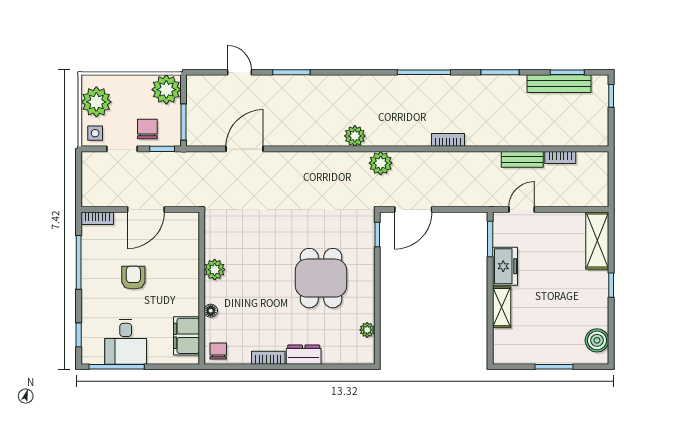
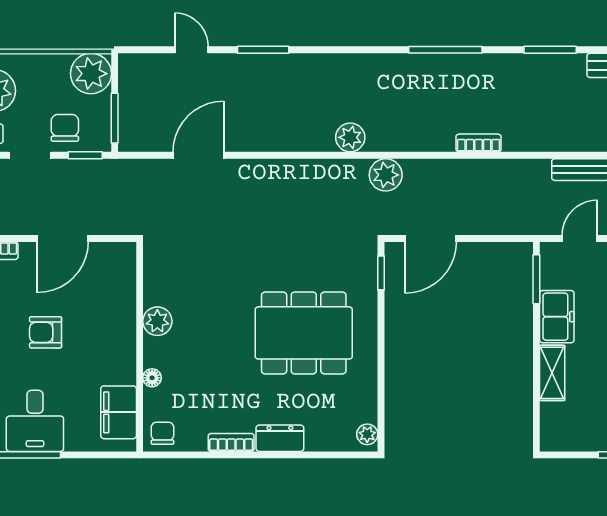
armchair: (133, 278) -> (46, 332), turned -90
dining table: (321, 278) -> (304, 333), width x1.38
plant: (367, 330) -> (367, 434), moved

